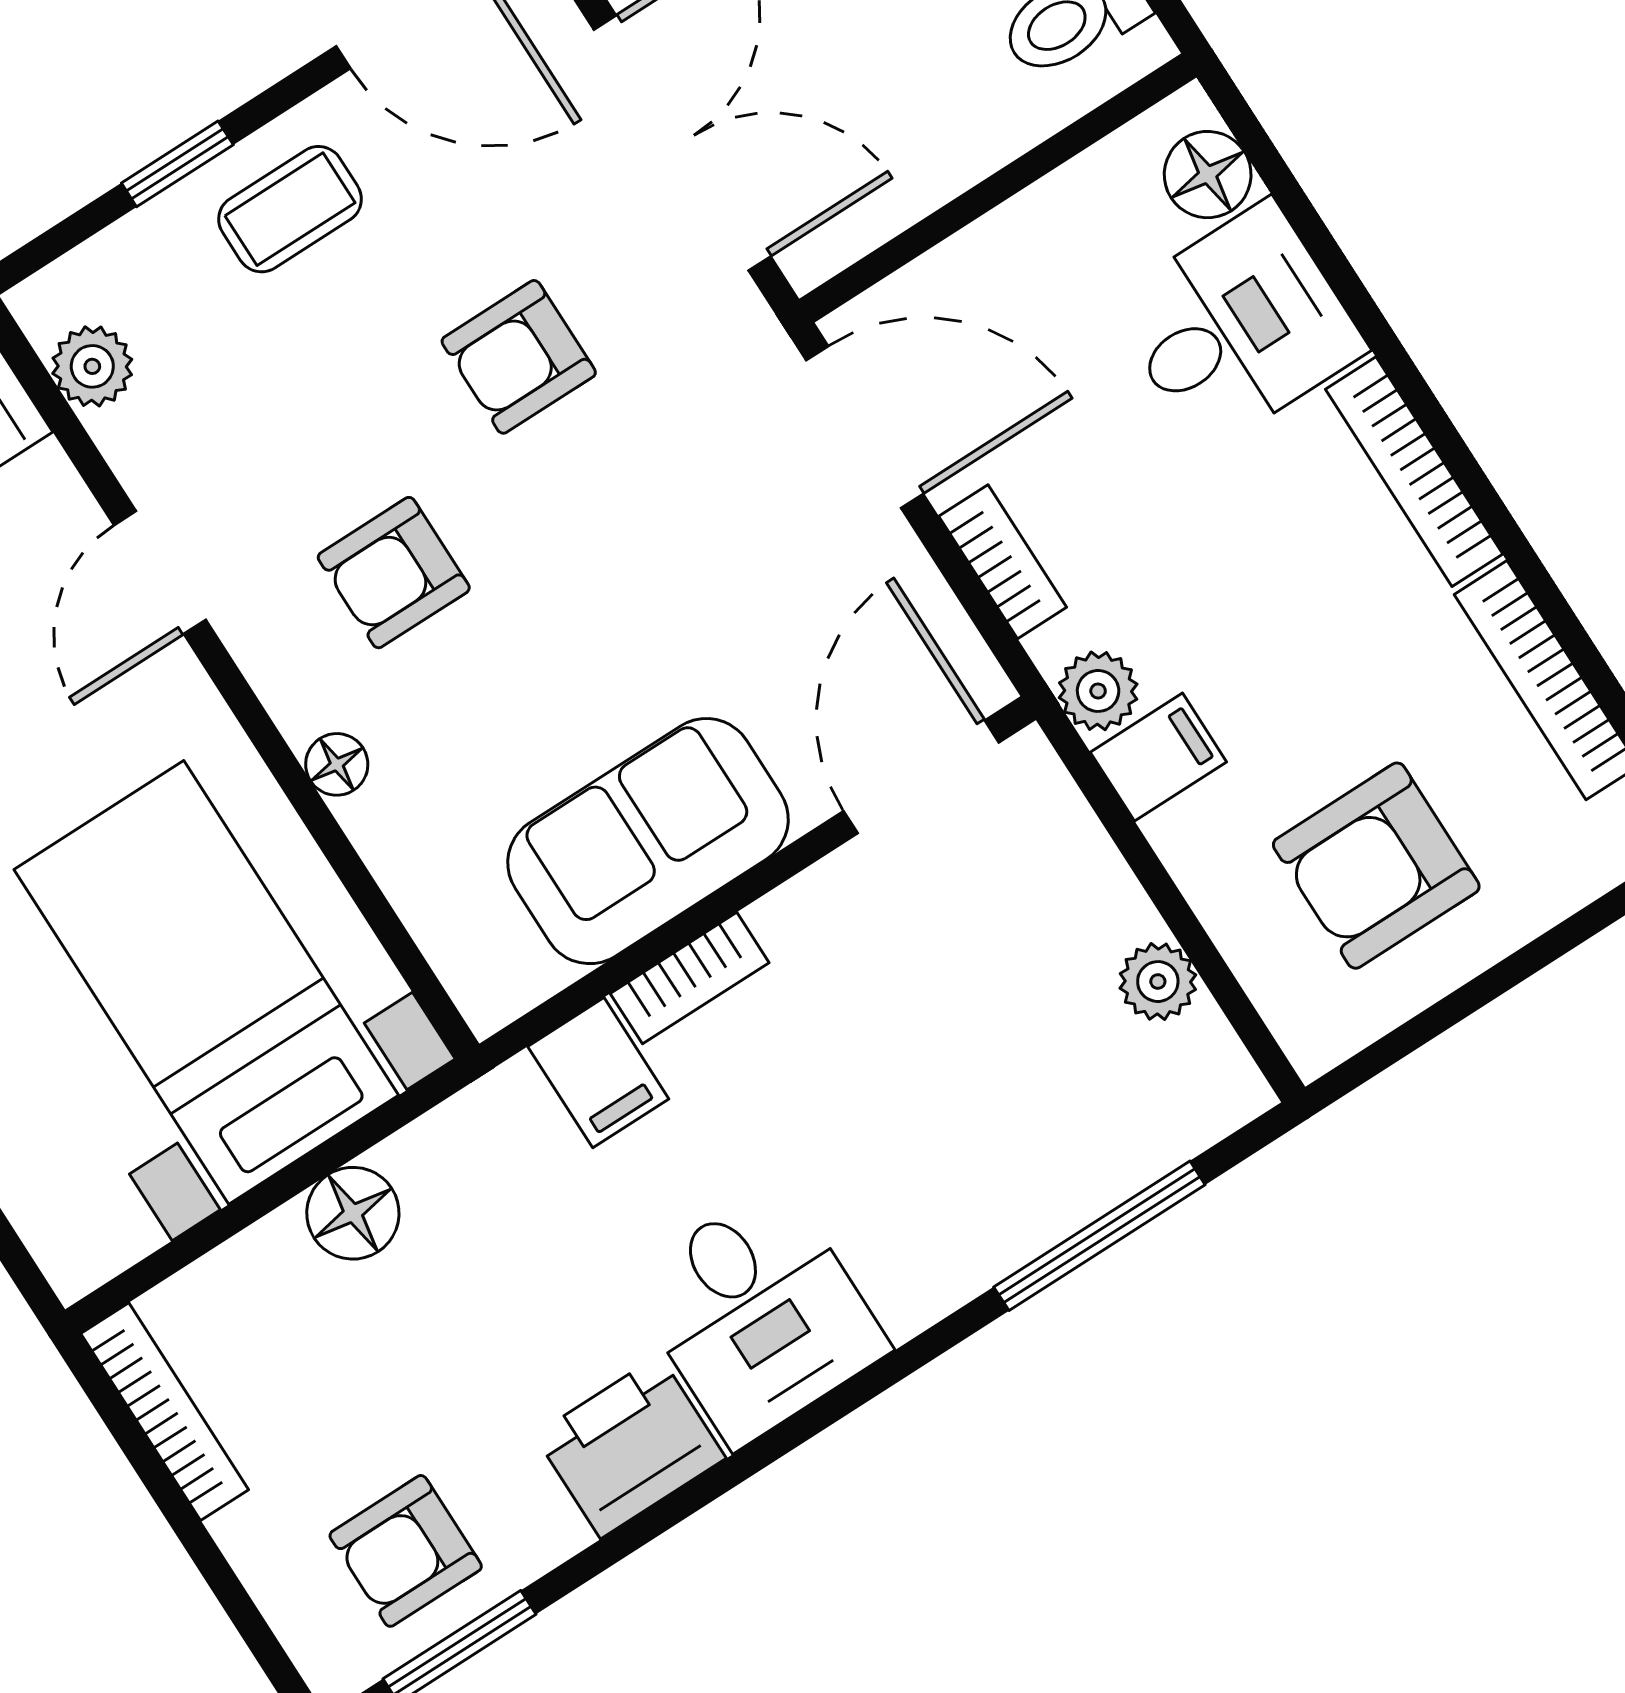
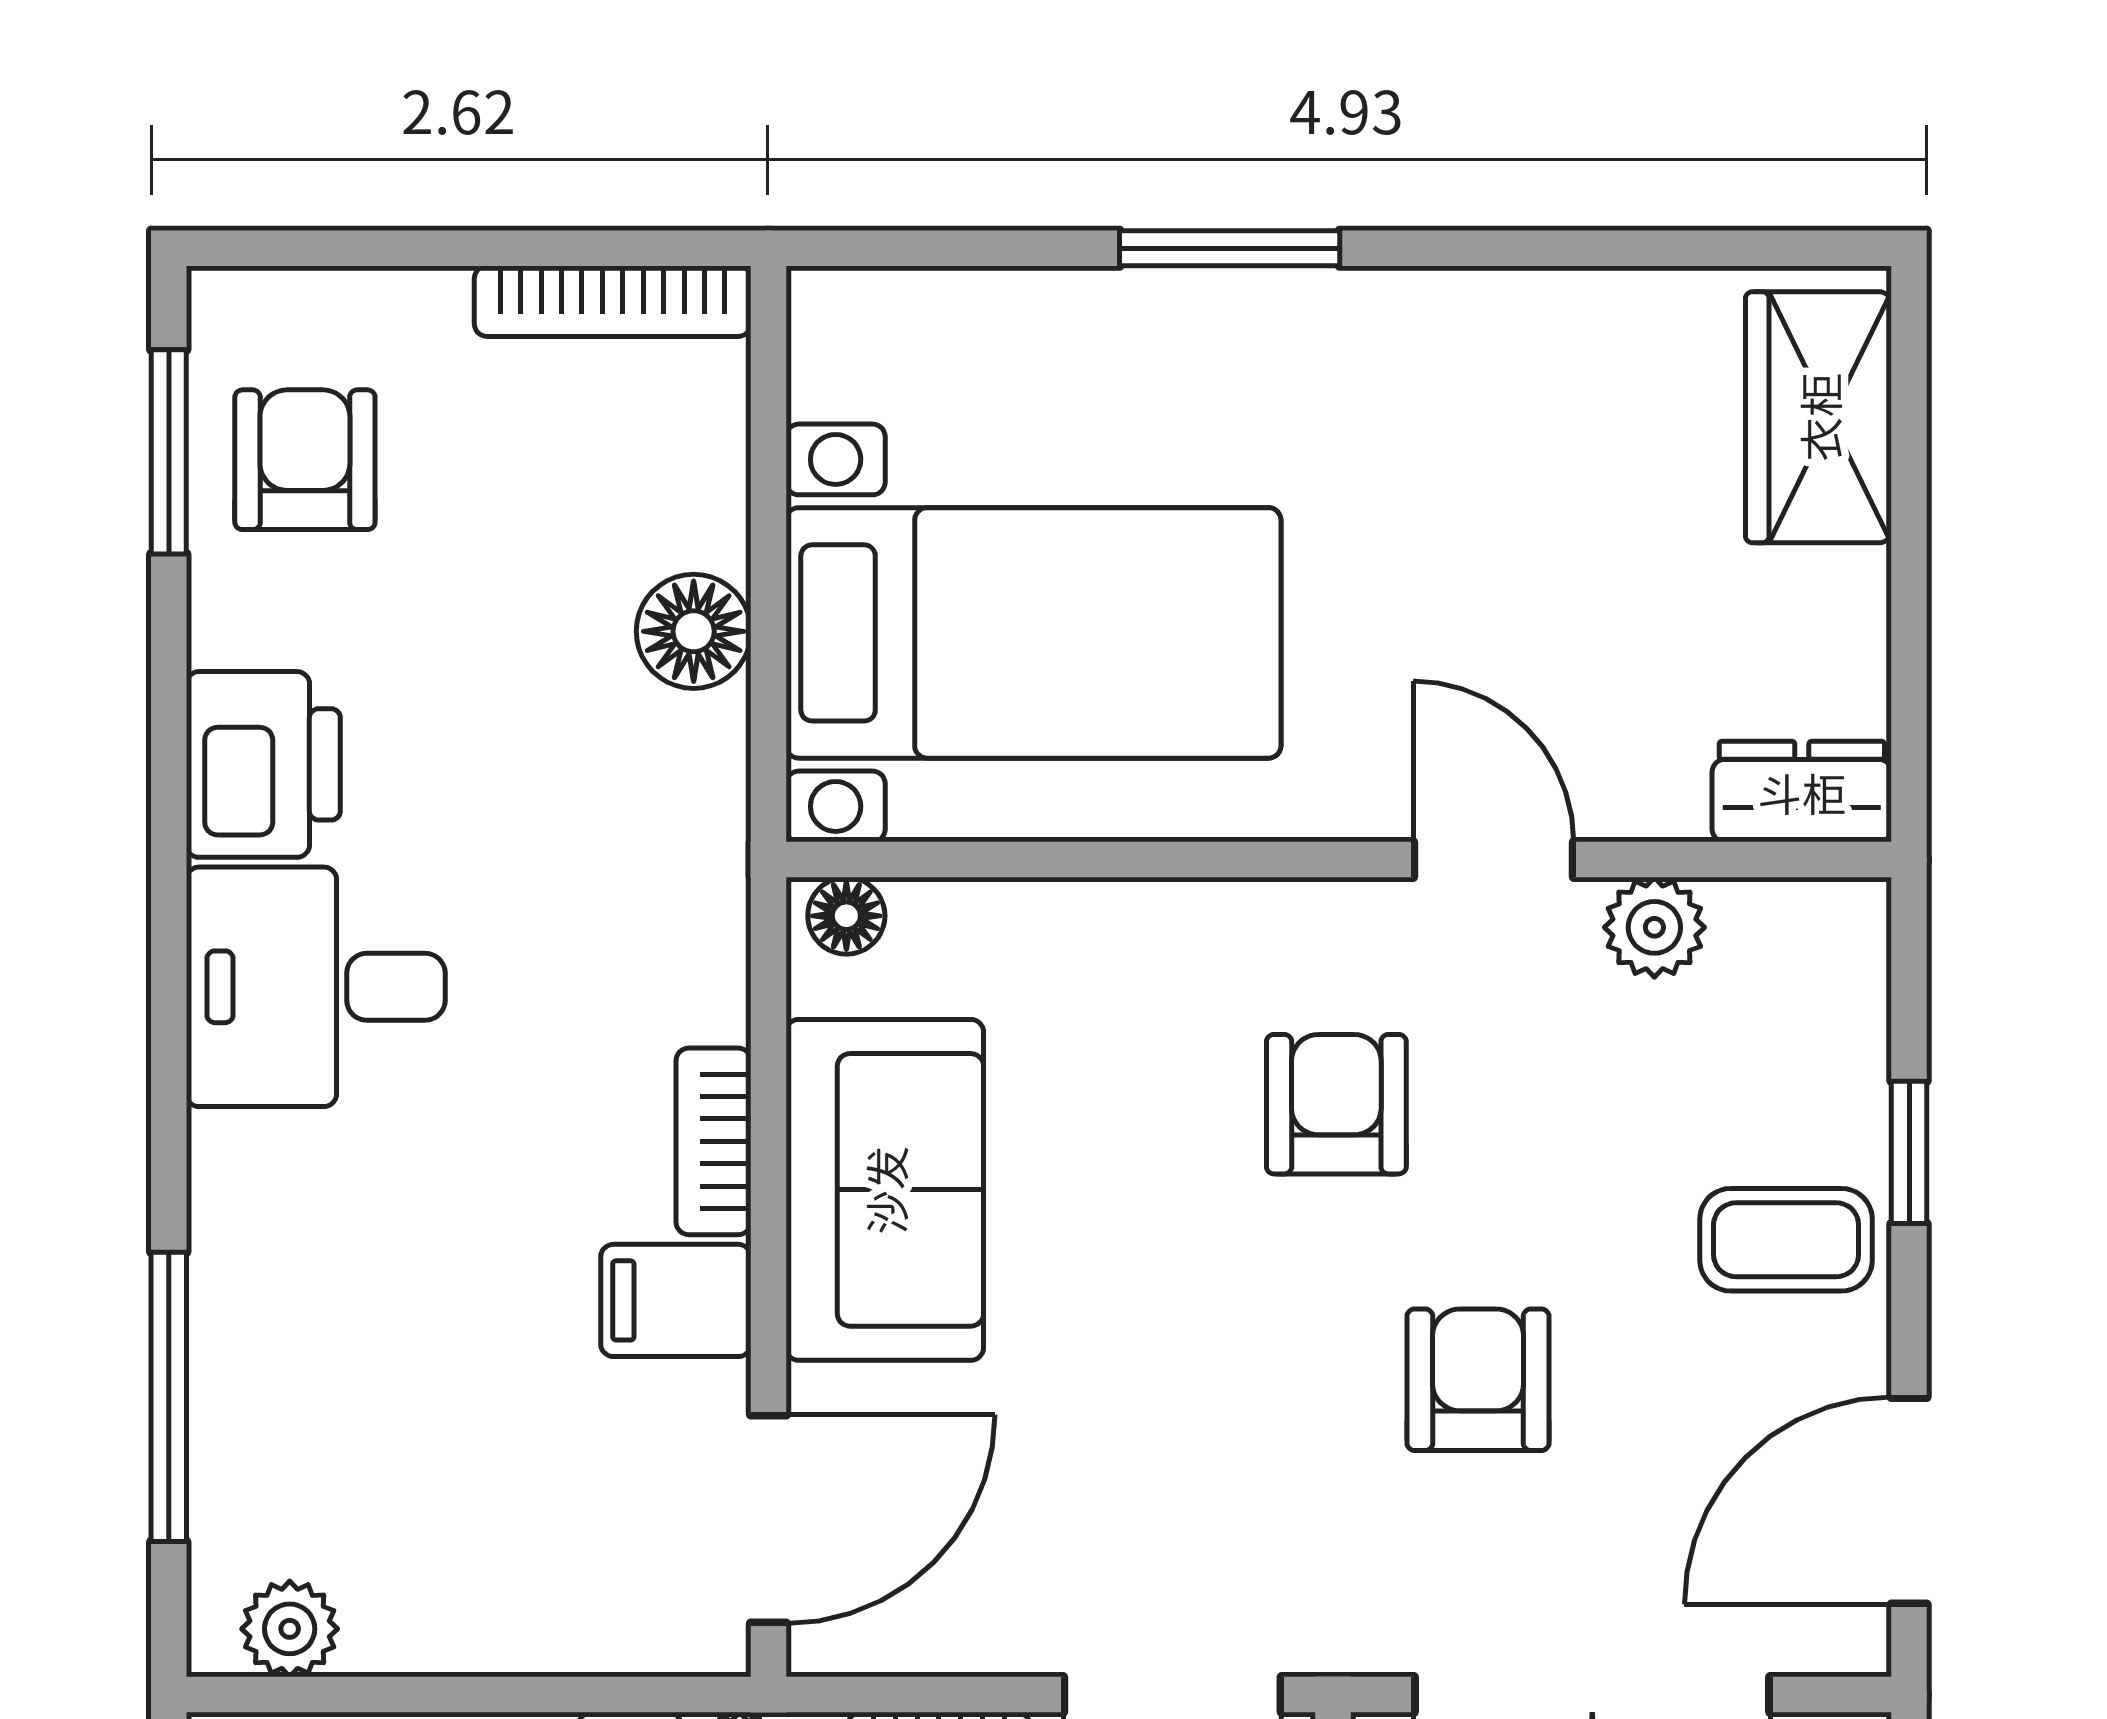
coffee table: (290, 209) -> (1786, 1240), turned 90
plant: (92, 366) -> (1654, 927), moved
floor lamp: (337, 764) -> (846, 916), moved
door: (921, 777) -> (768, 1519), hinge flipped
plant: (1158, 982) -> (290, 1629), moved
filing cabinet: (598, 1073) -> (676, 1300), moved

